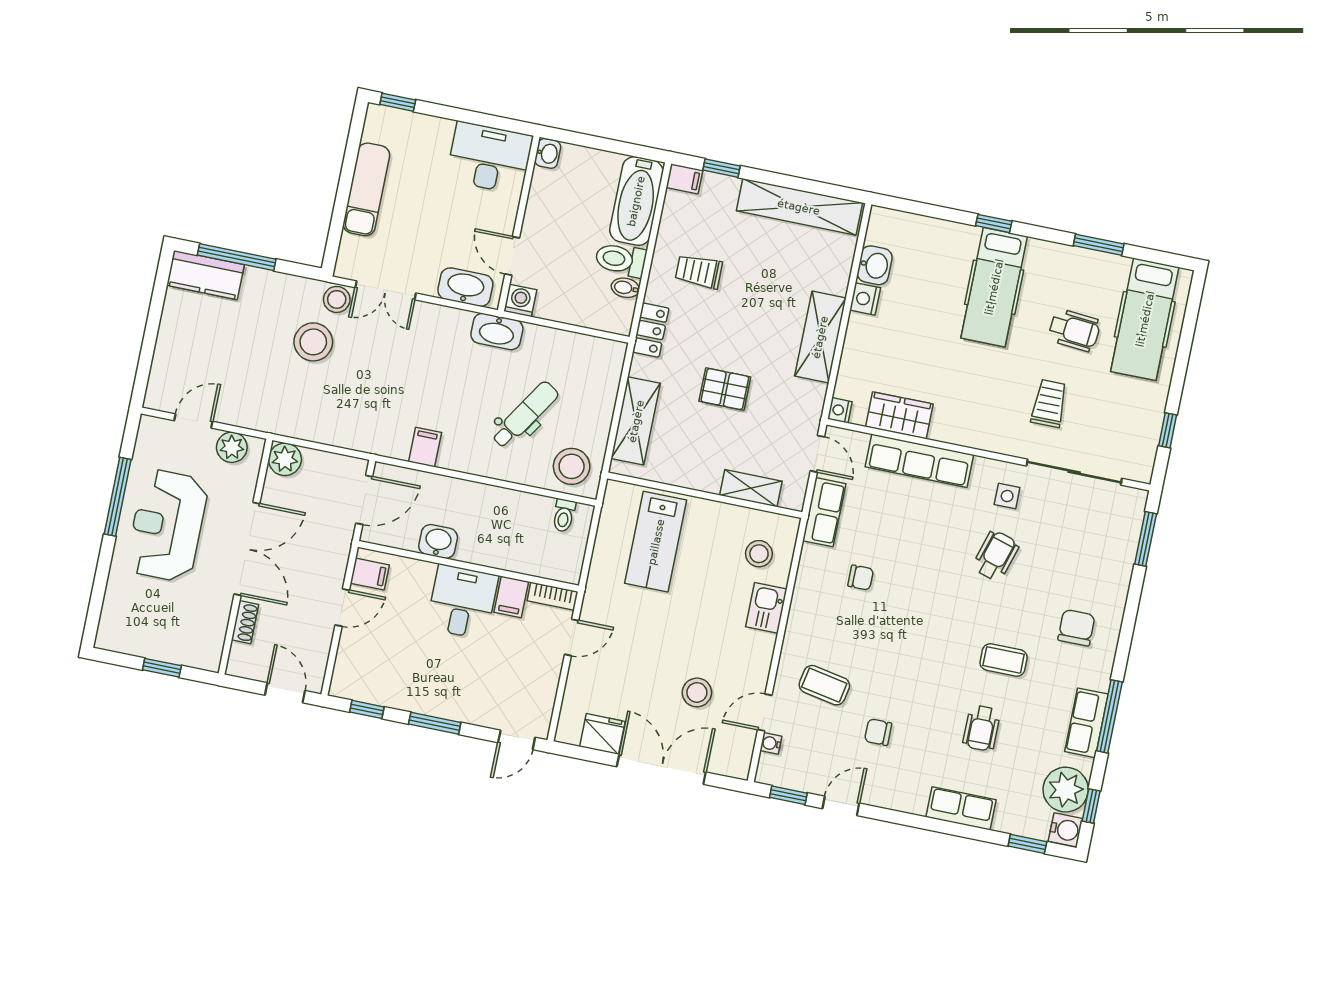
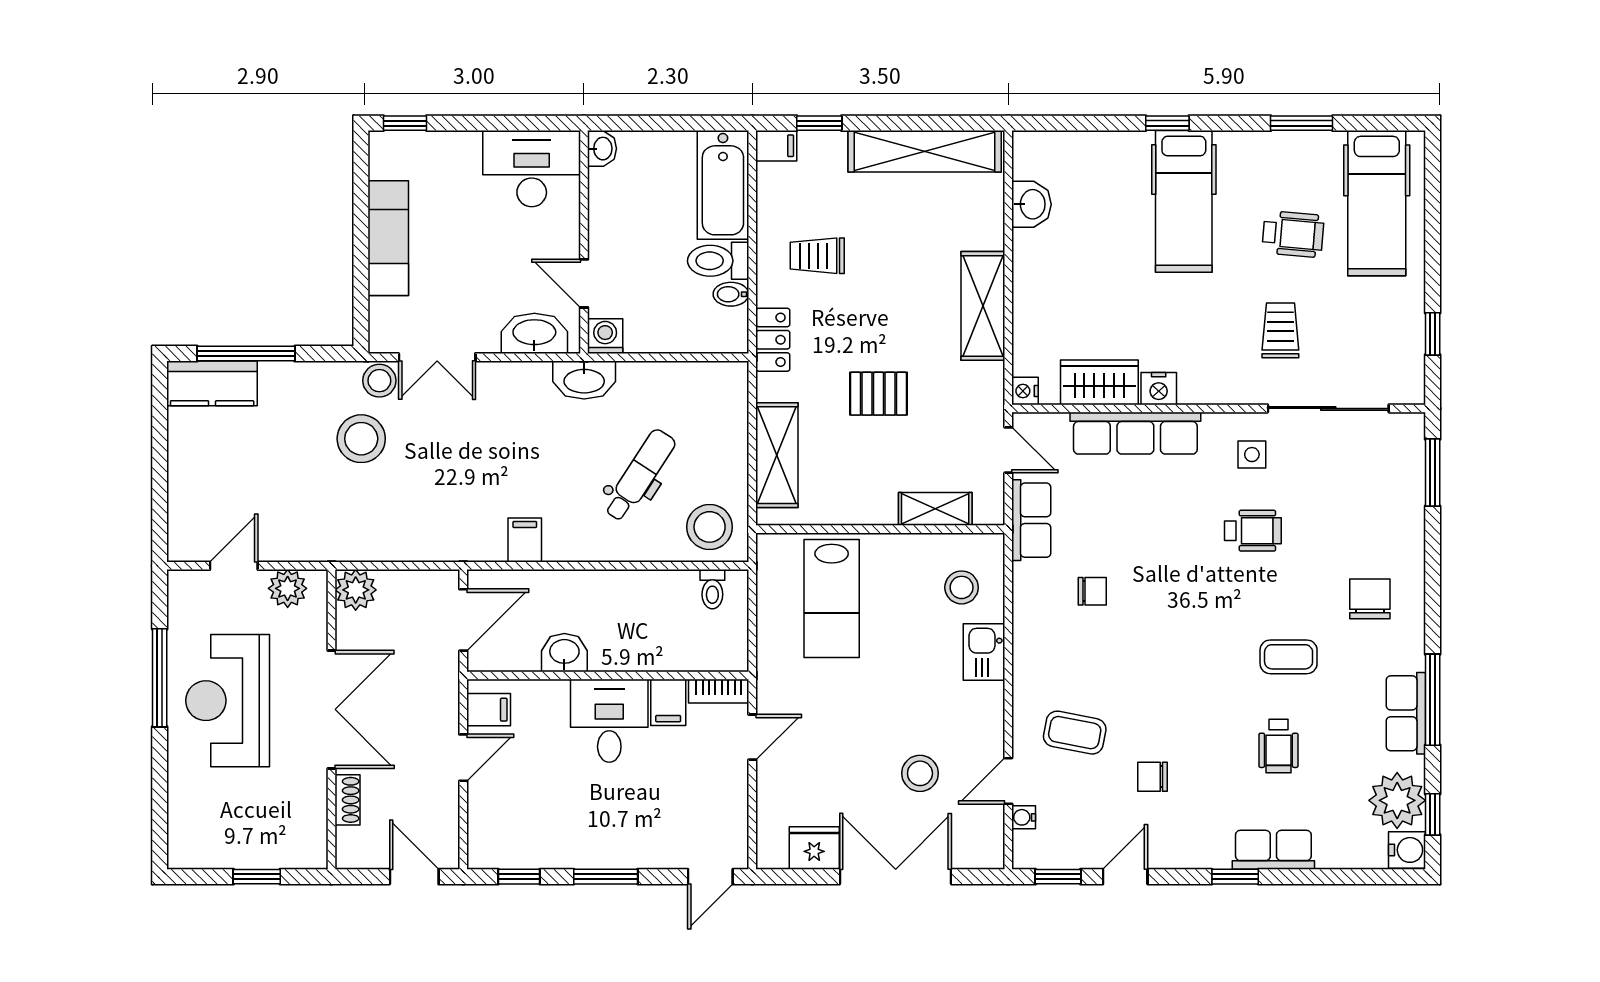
nightstand: (865, 299) -> (1159, 389), moved, turned -90
wheelchair: (996, 556) -> (1253, 531), turned 73
window: (1027, 844) -> (1235, 877), moved

